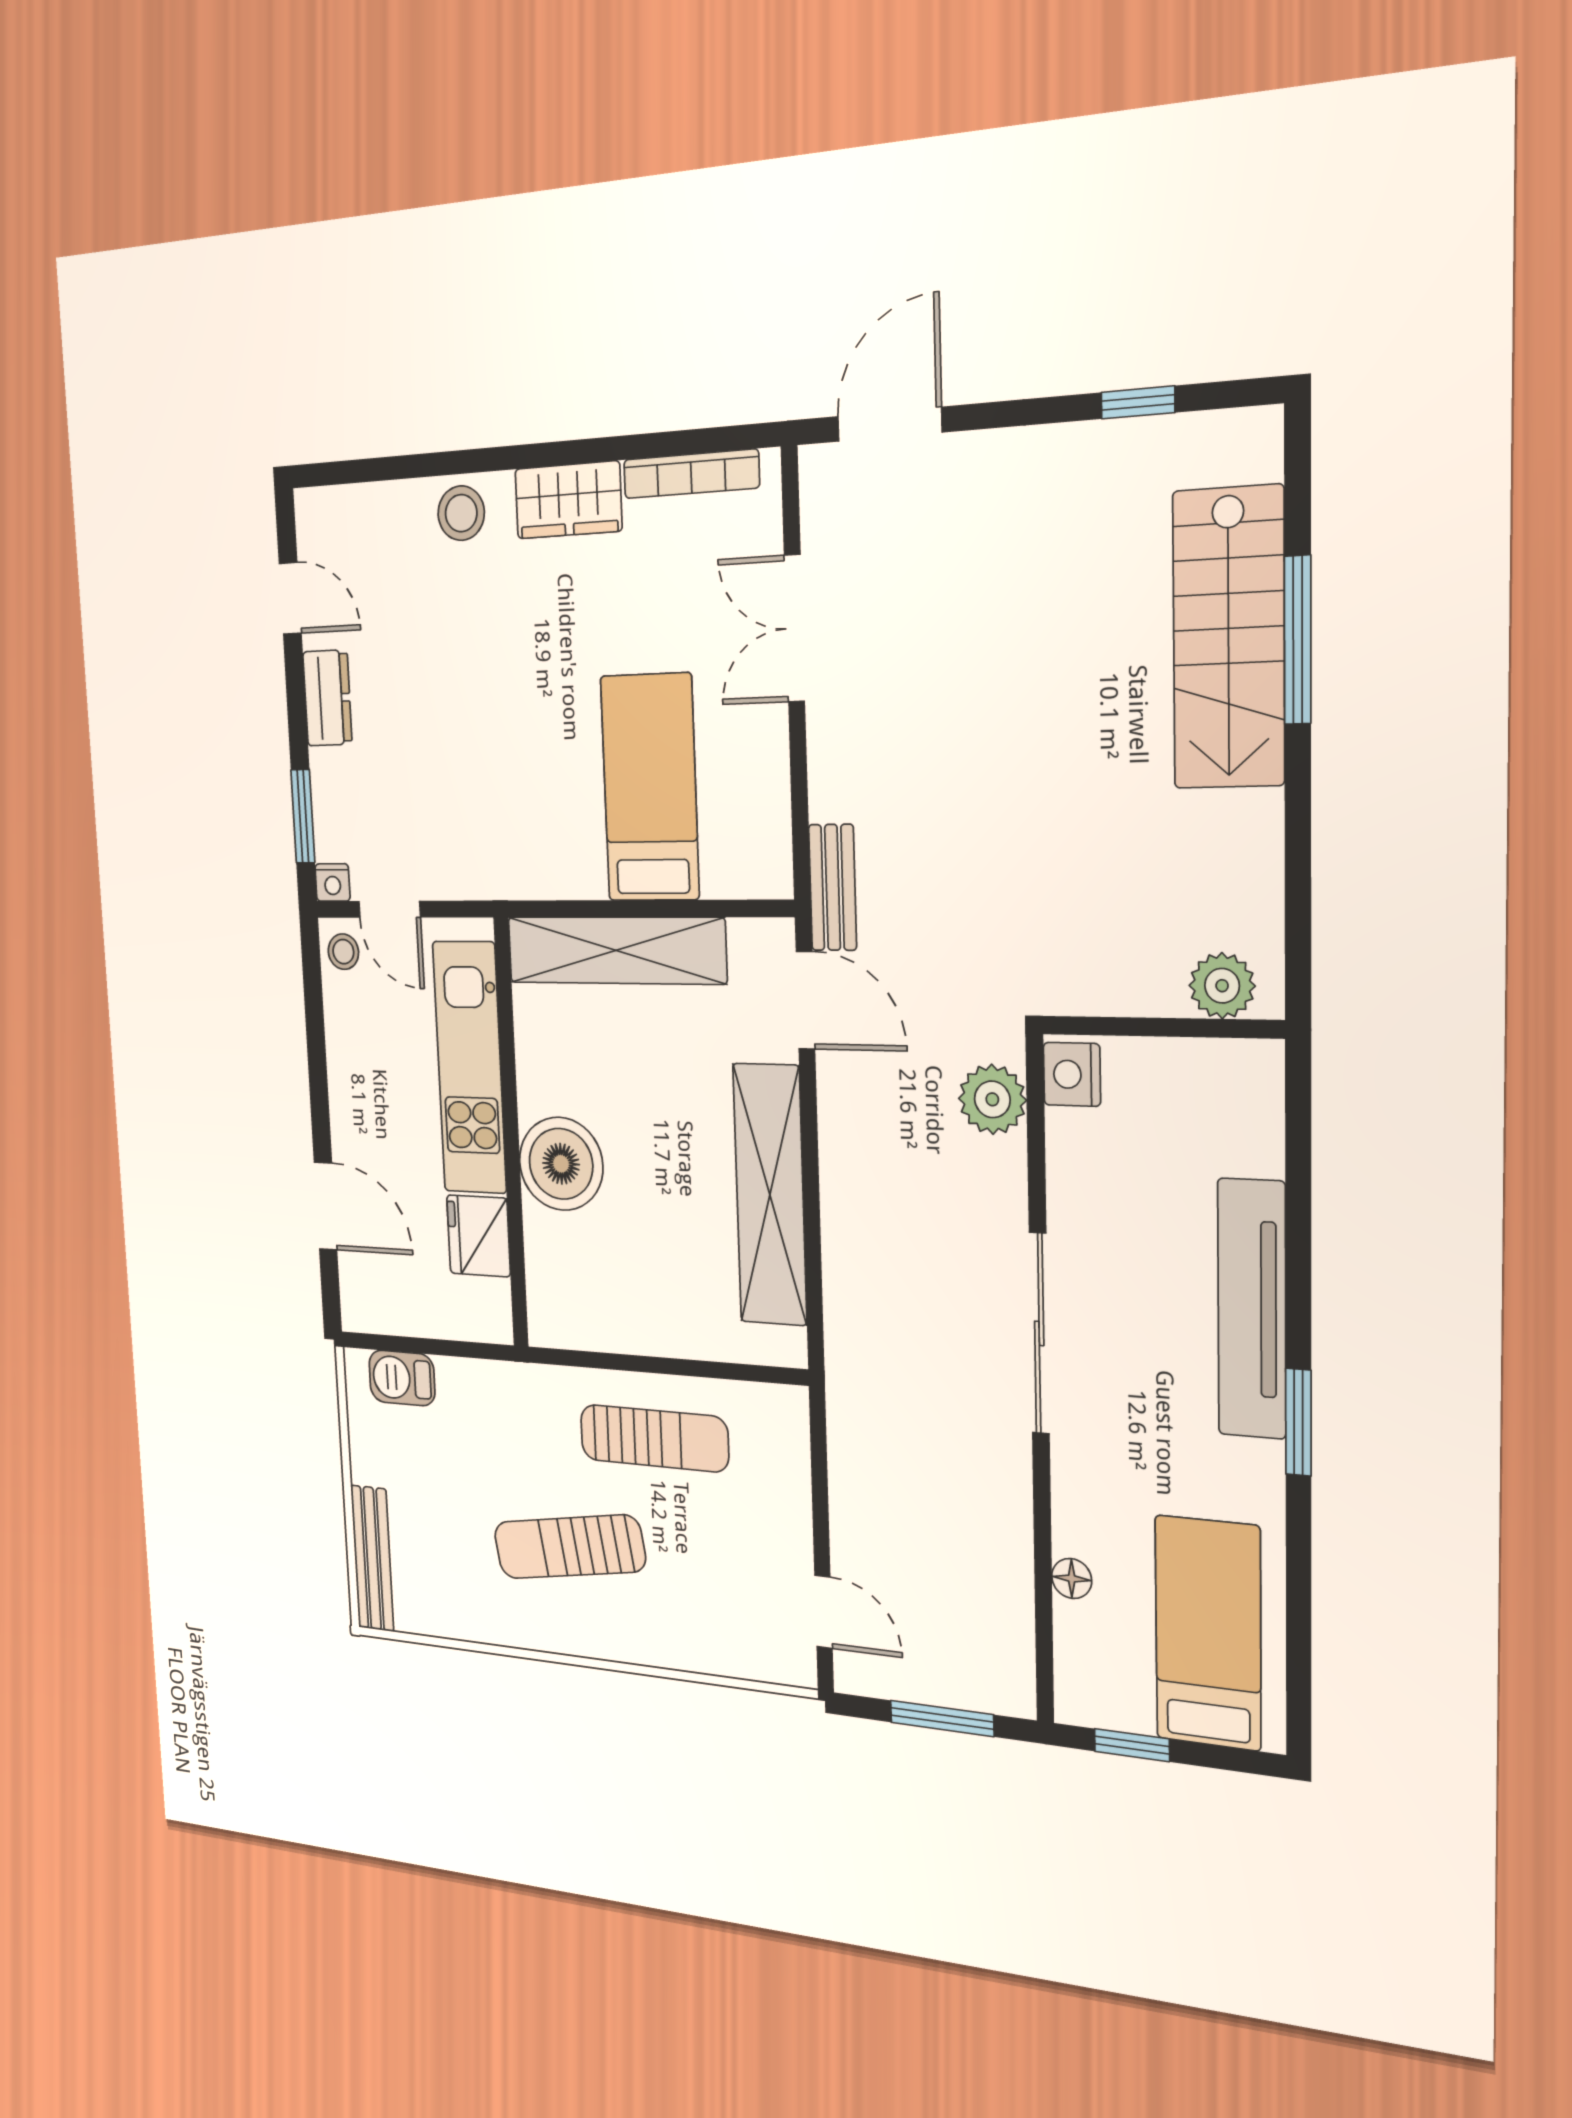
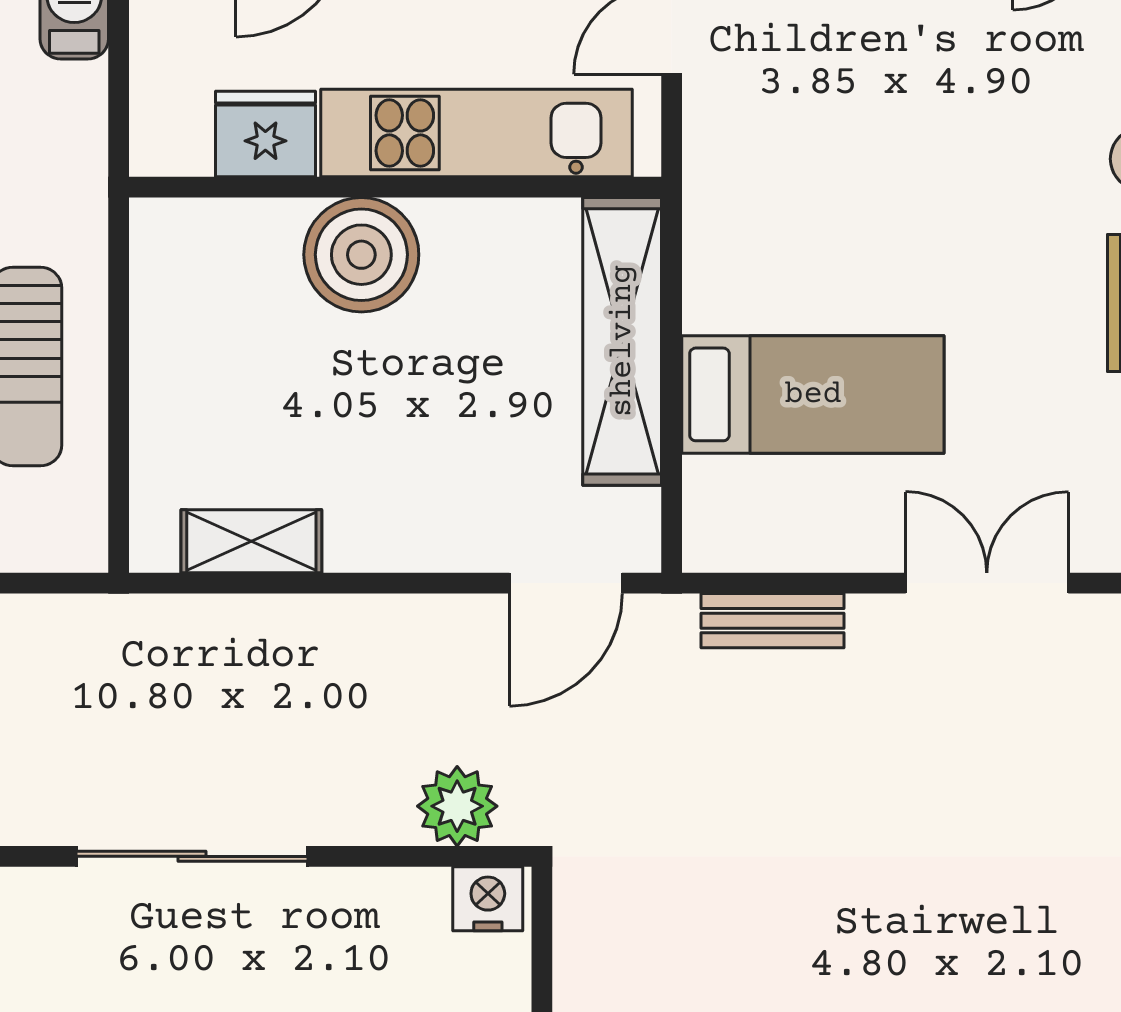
bench: (833, 888) -> (772, 621), moved
shelving: (770, 1195) -> (251, 541), width x0.45, depth x0.75

